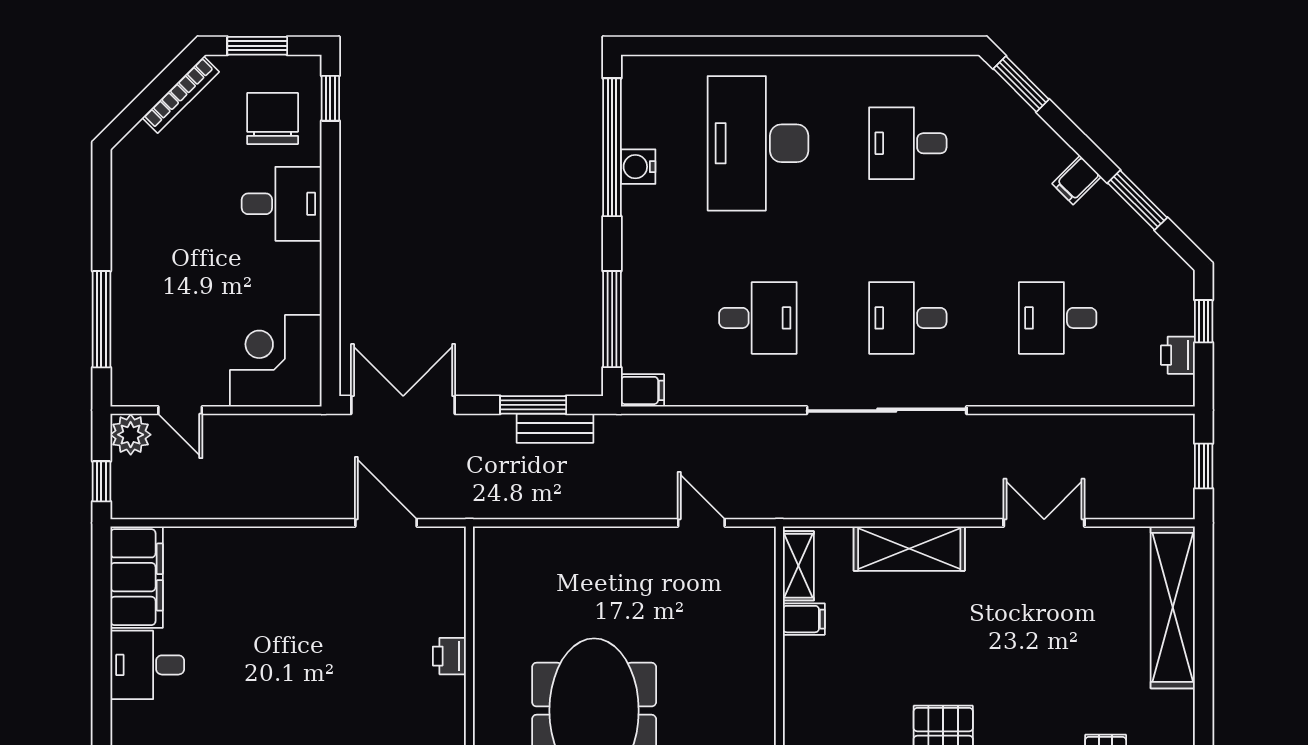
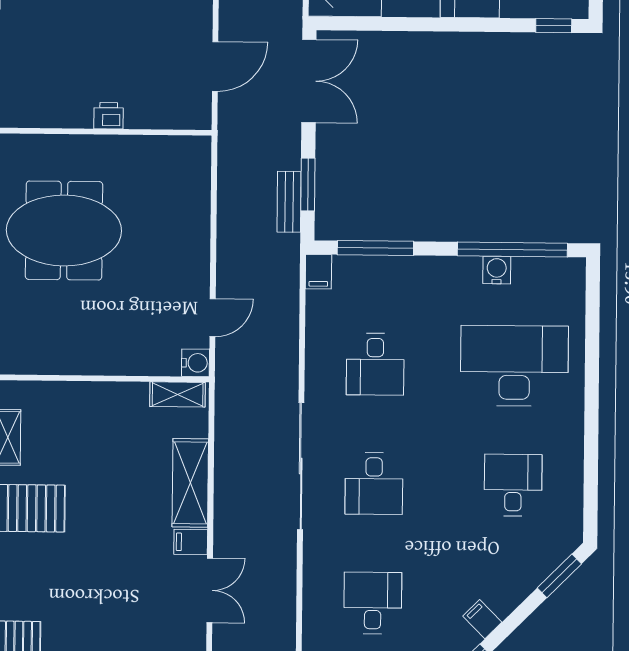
desk: (908, 318) -> (374, 484), turned 180
water cooler: (758, 544) -> (195, 363), added
filing cabinet: (804, 619) -> (191, 542), moved, turned 90

